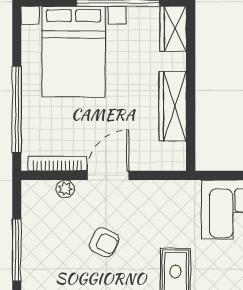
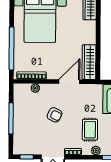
wardrobe: (173, 106) -> (89, 62), moved
door: (108, 175) -> (69, 82), moved

